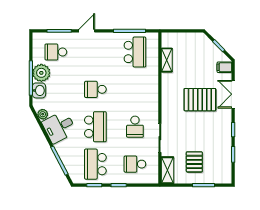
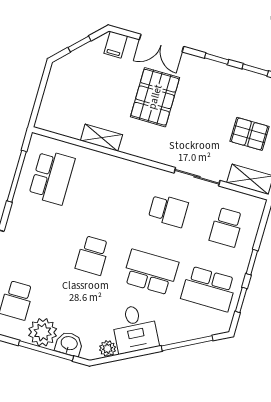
school desk: (135, 52) -> (52, 177), turned 90
shelving: (167, 60) -> (101, 138), moved

